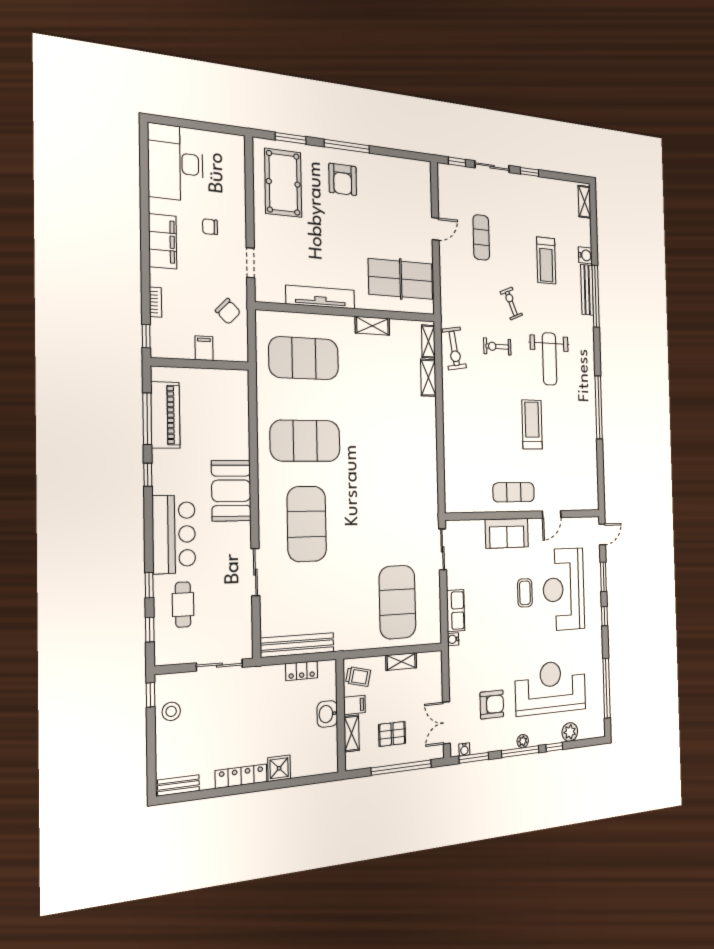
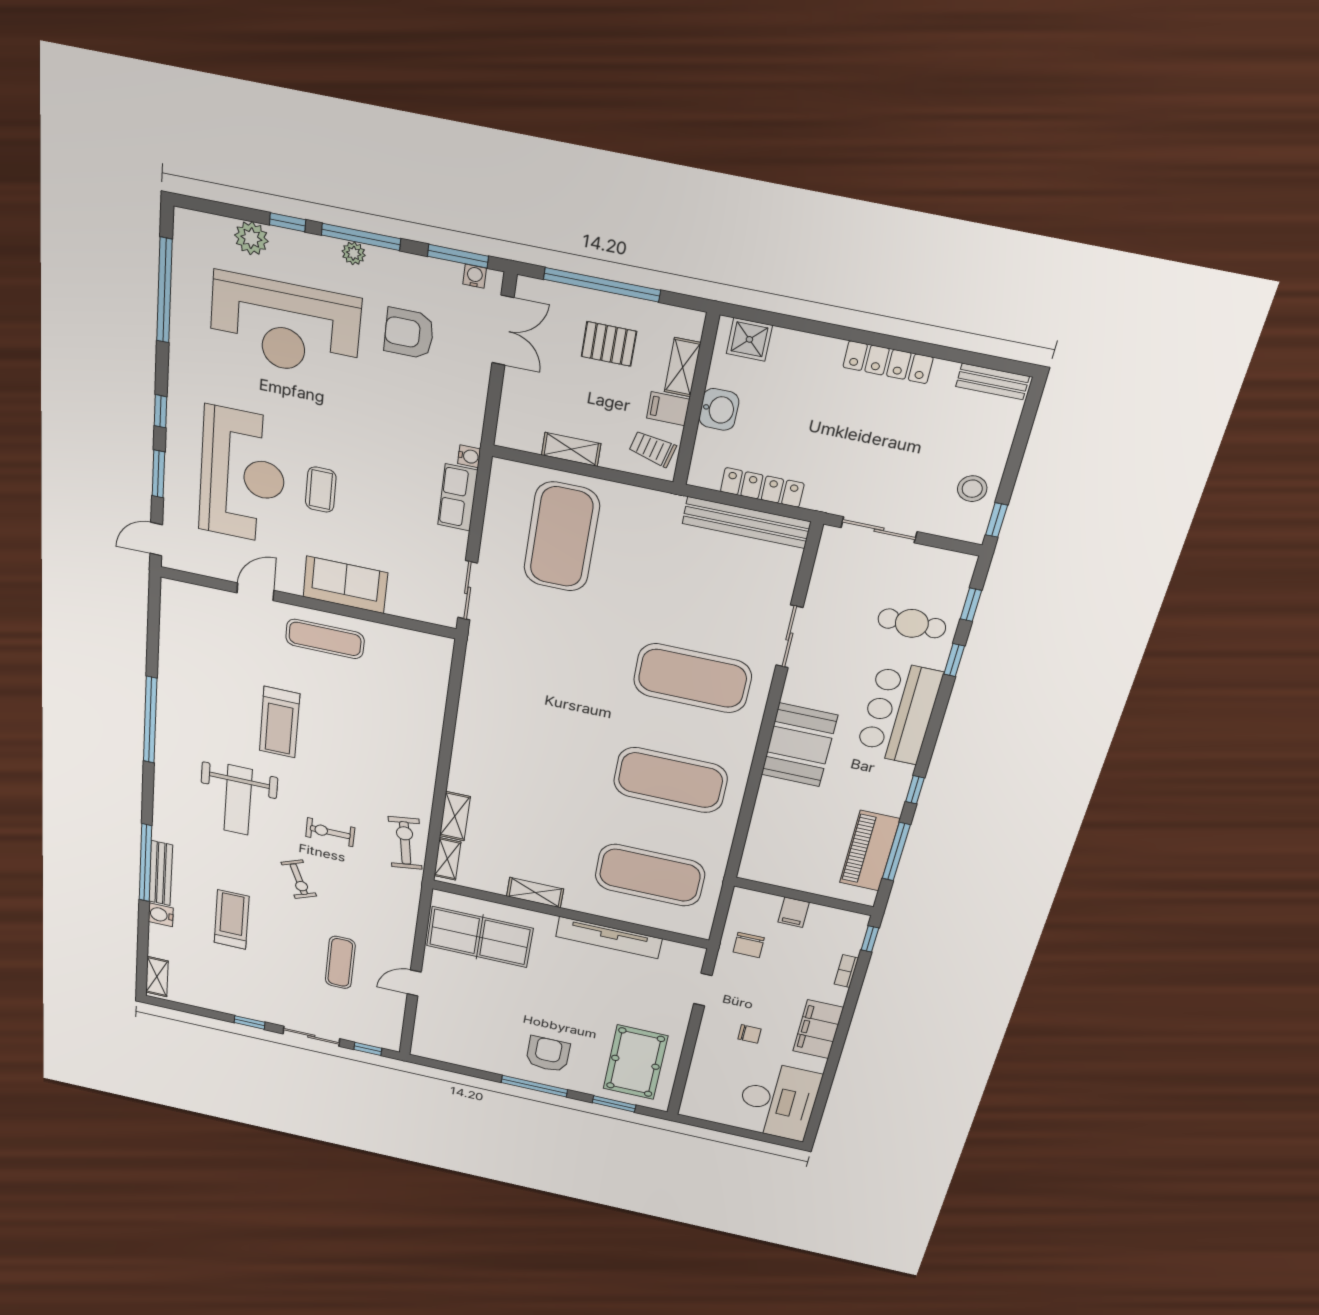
chair: (228, 311) -> (749, 945), turned -135
exercise bike: (497, 347) -> (330, 832), turned 180
weight bench: (549, 359) -> (238, 800), turned 180
exercise mat: (307, 524) -> (692, 678), turned 90
cafe table: (183, 605) -> (912, 623), turned 90
locker: (302, 671) -> (762, 487), width x1.53
shower: (279, 768) -> (749, 339), moved

